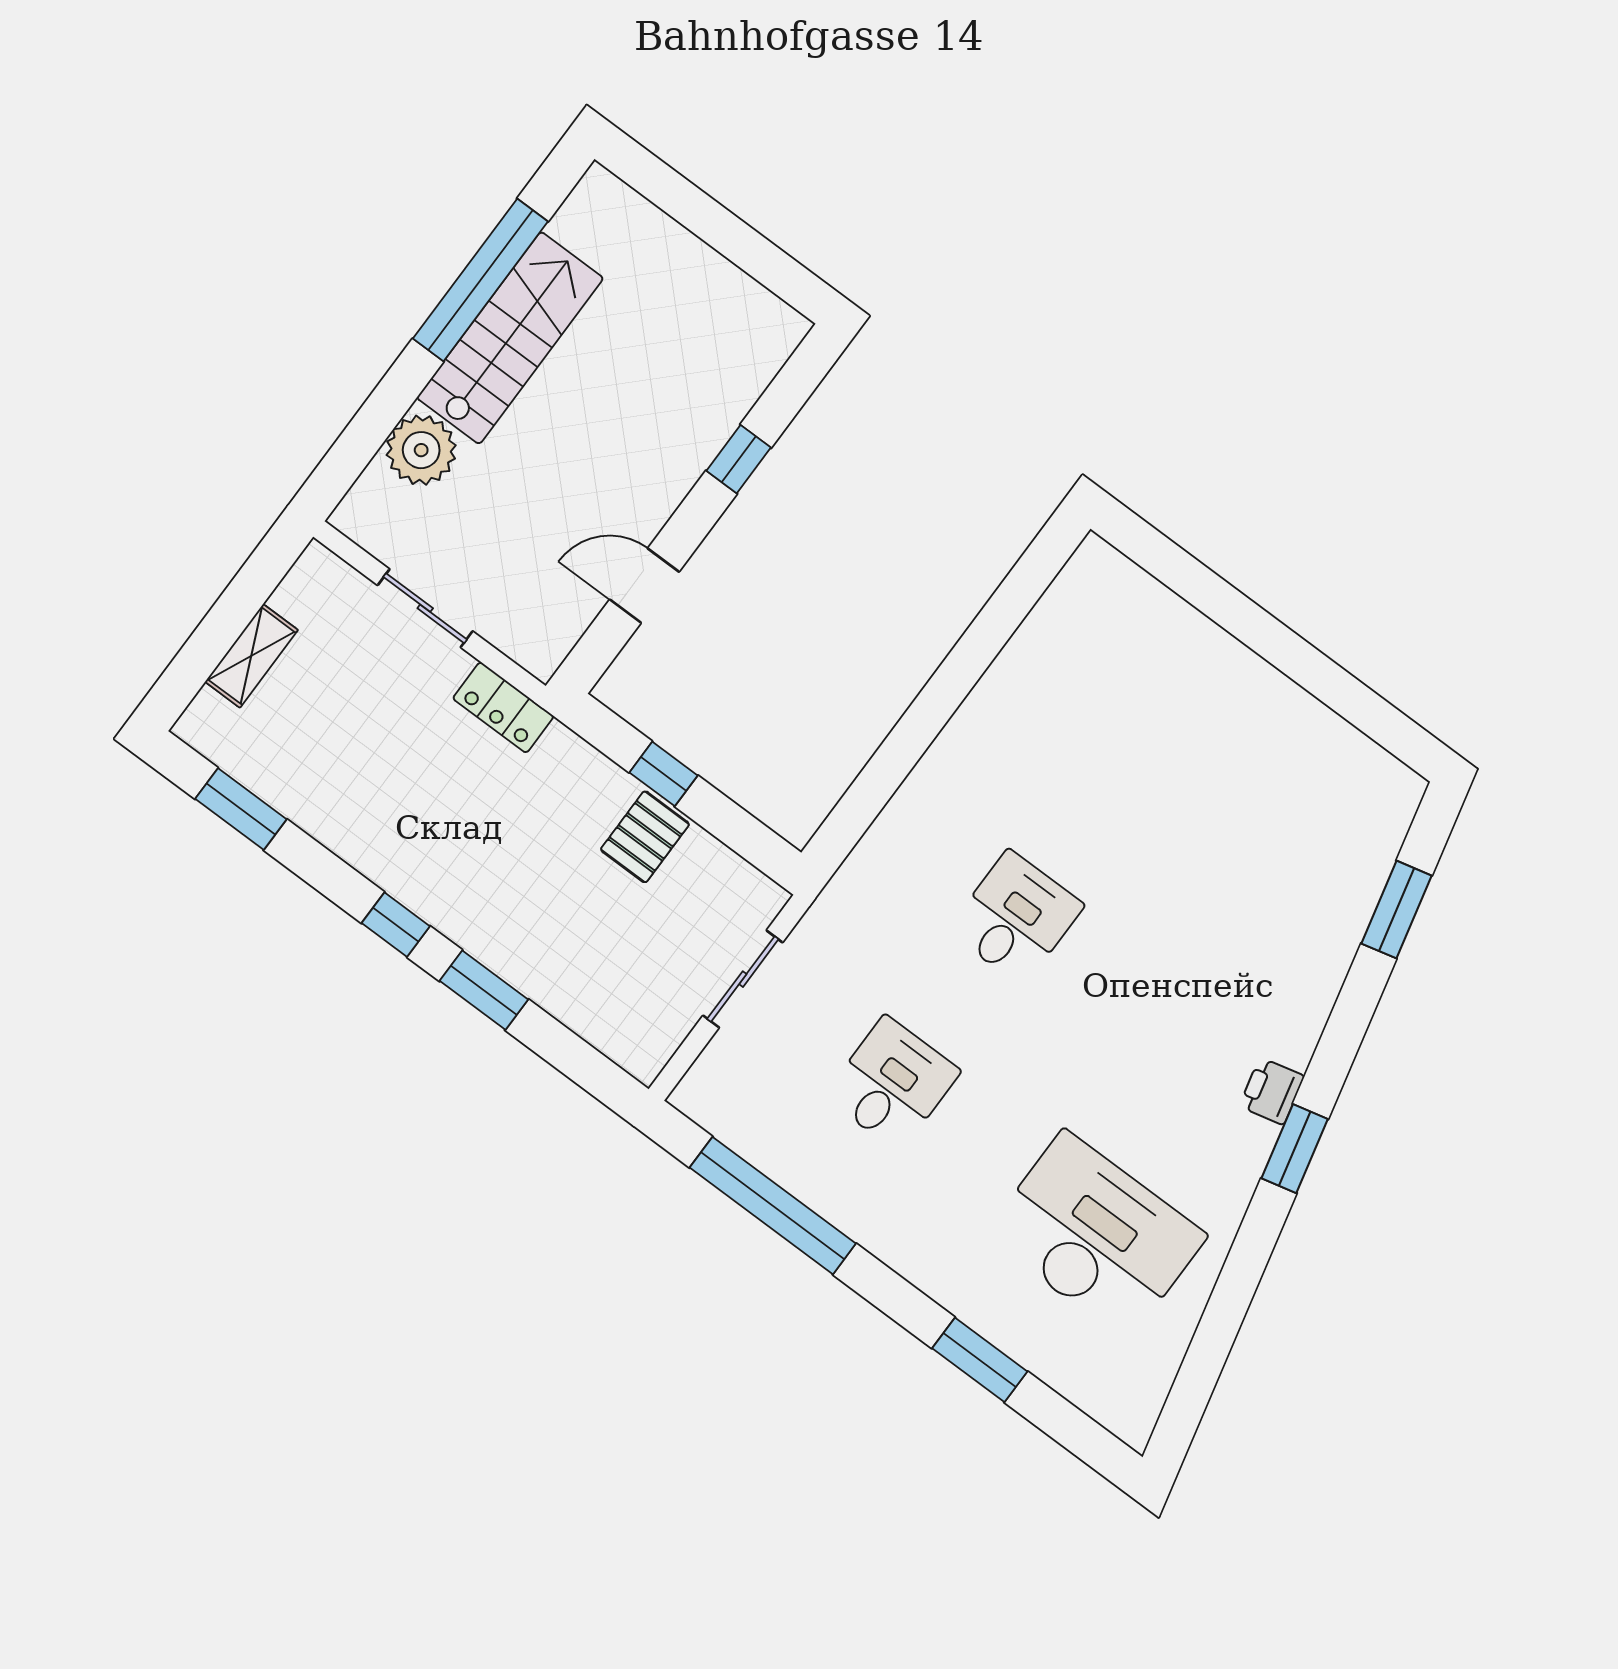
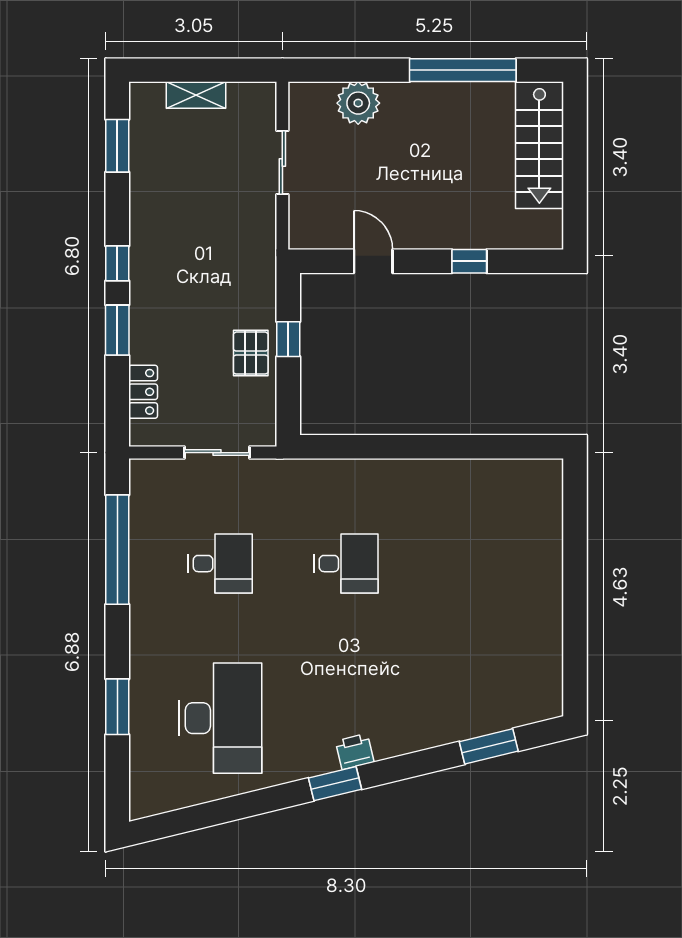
stairs: (510, 338) -> (539, 145), moved, turned 90
locker: (503, 707) -> (143, 392), moved, turned 180
pallet: (645, 837) -> (251, 353), turned 90

